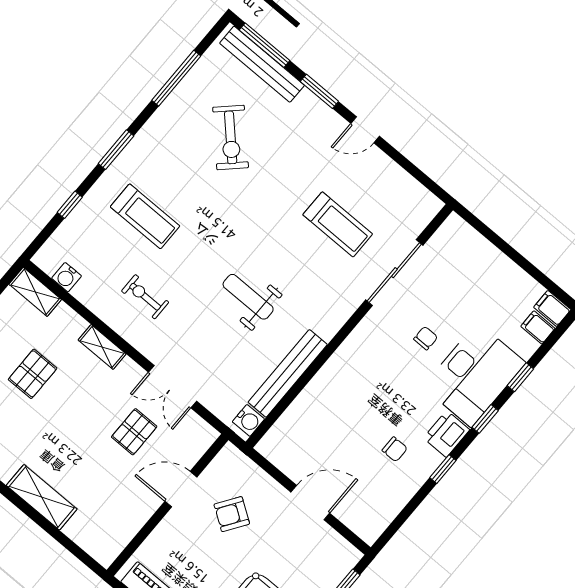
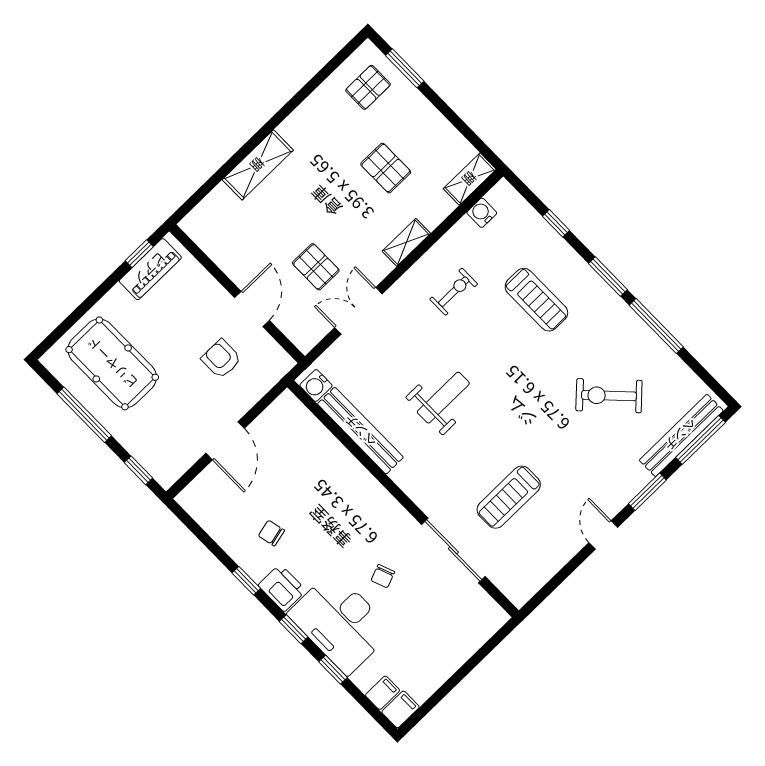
window: (176, 78) -> (656, 326), moved
treadmill: (145, 216) -> (536, 300), turned -90
chair: (426, 338) -> (383, 576), turned 69
chair: (395, 449) -> (271, 533), turned 77
armchair: (232, 514) -> (221, 359), turned -34

